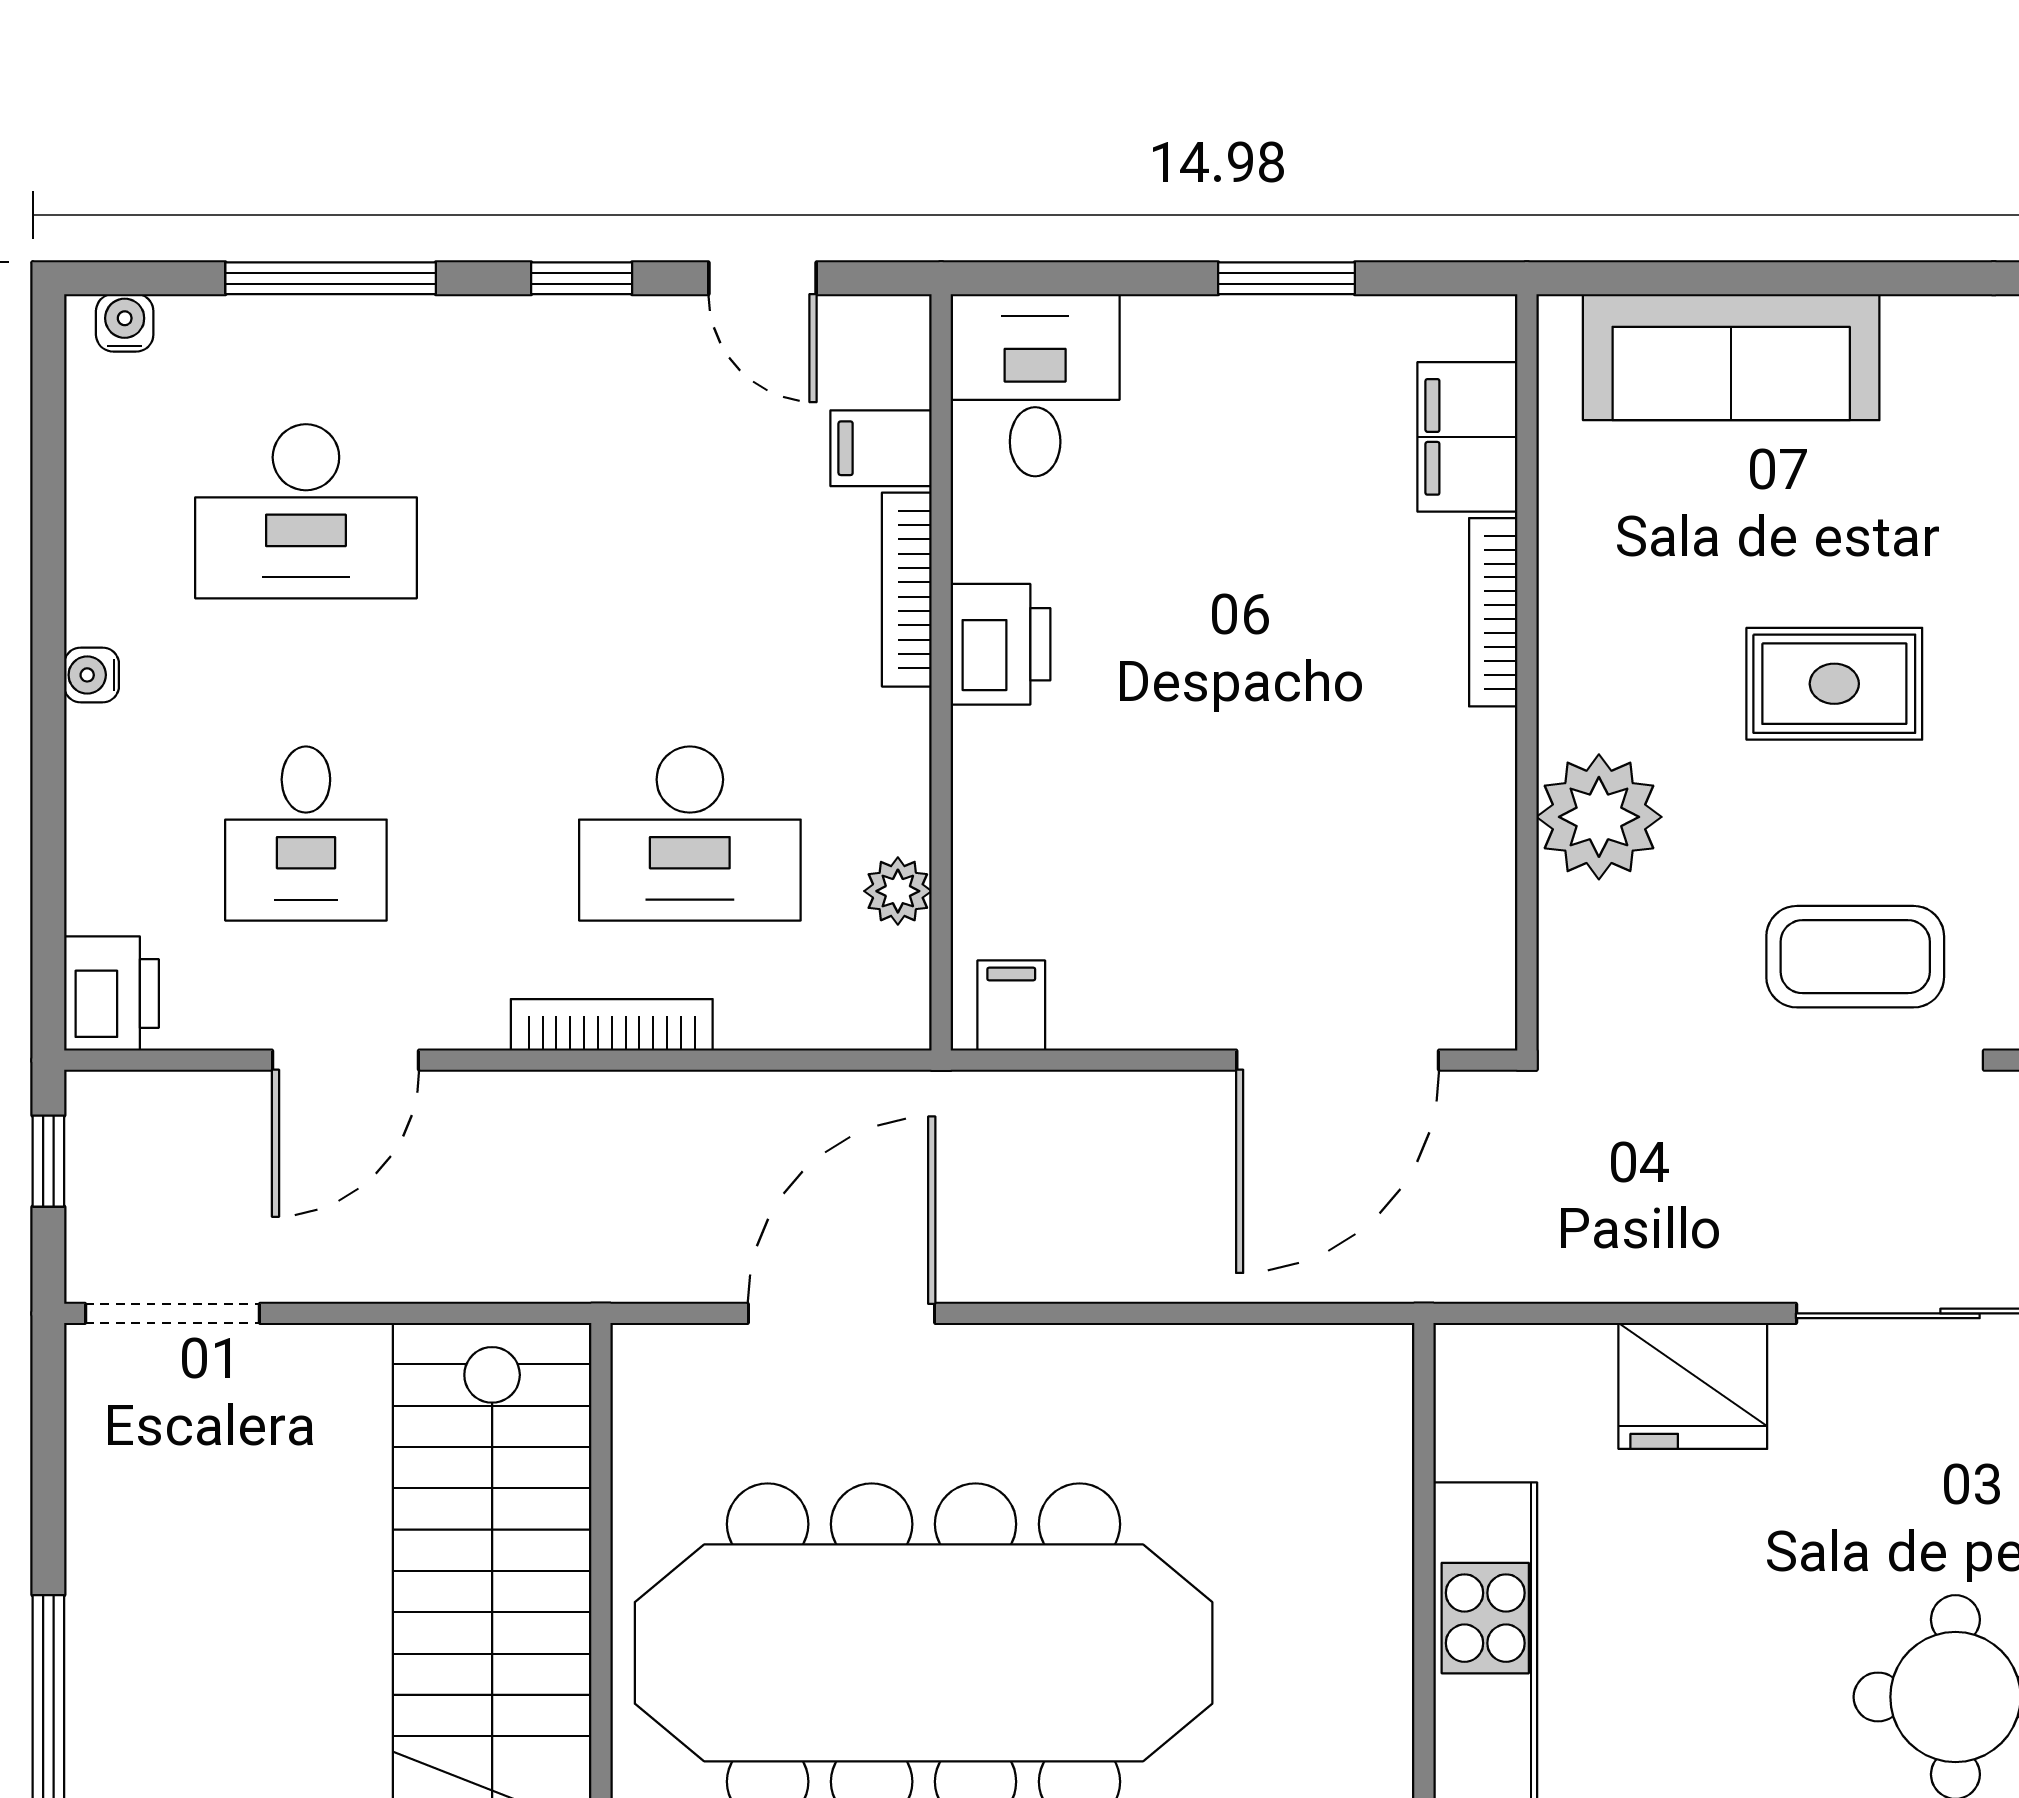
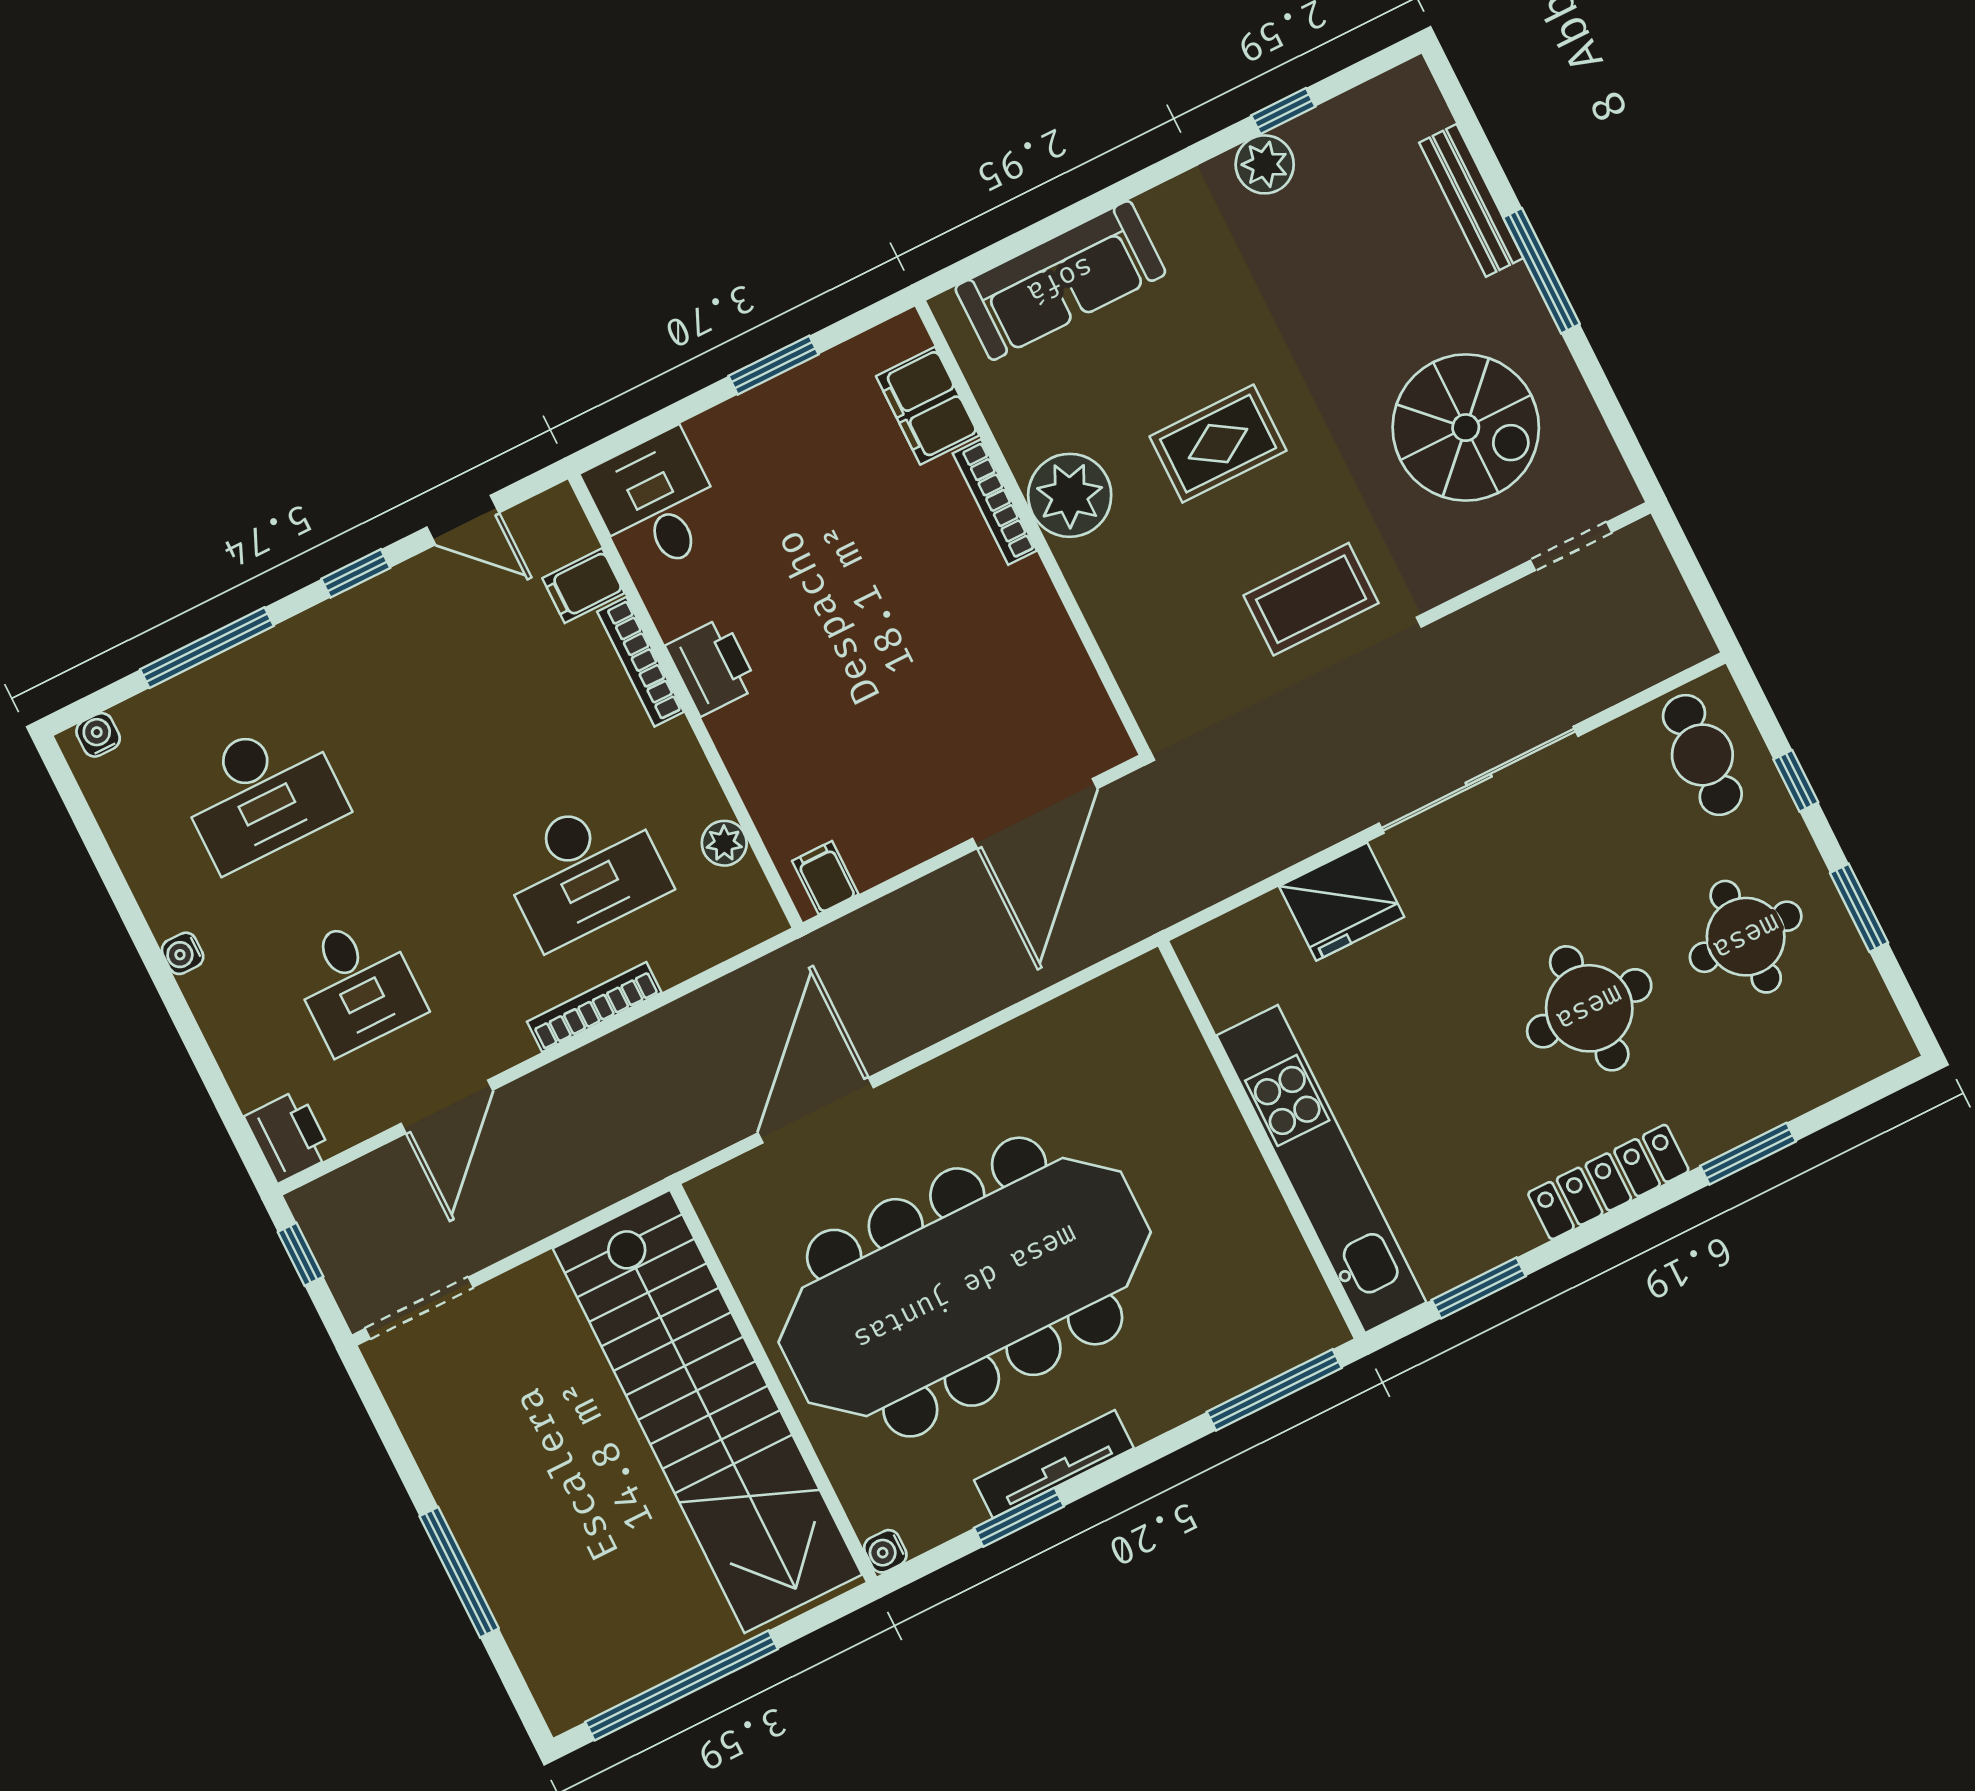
plant: (1599, 817) -> (1070, 495), moved

